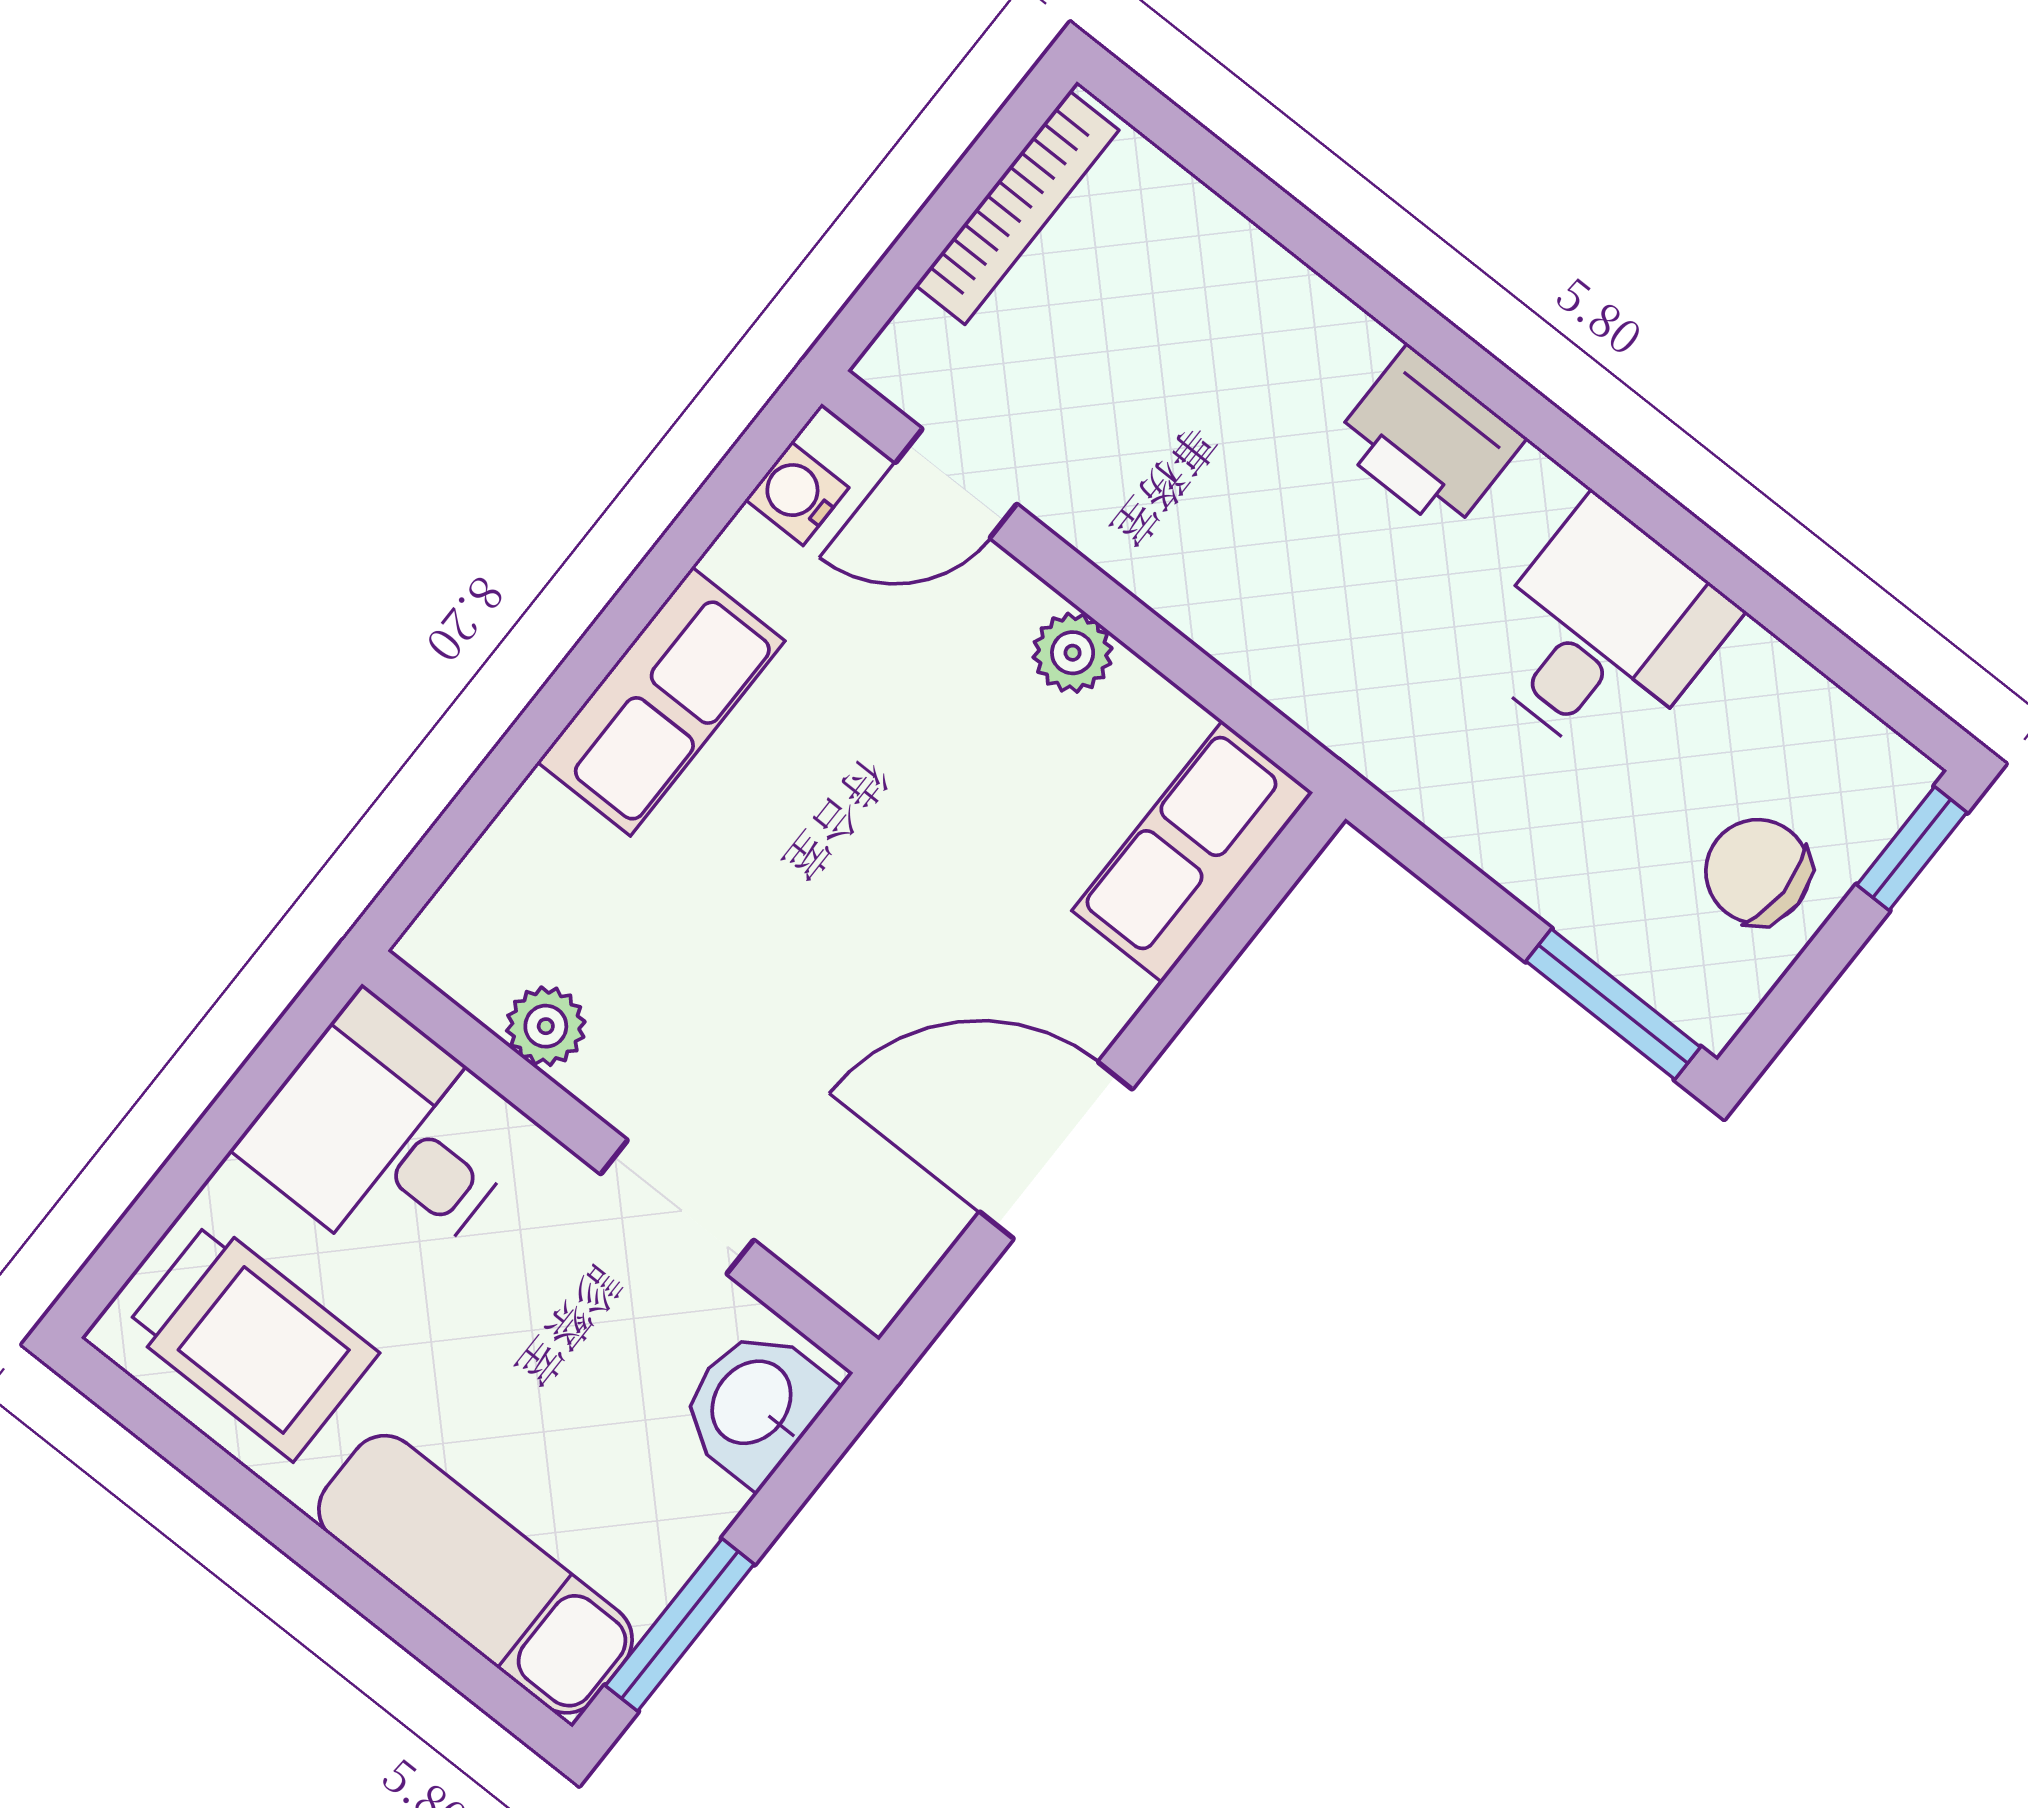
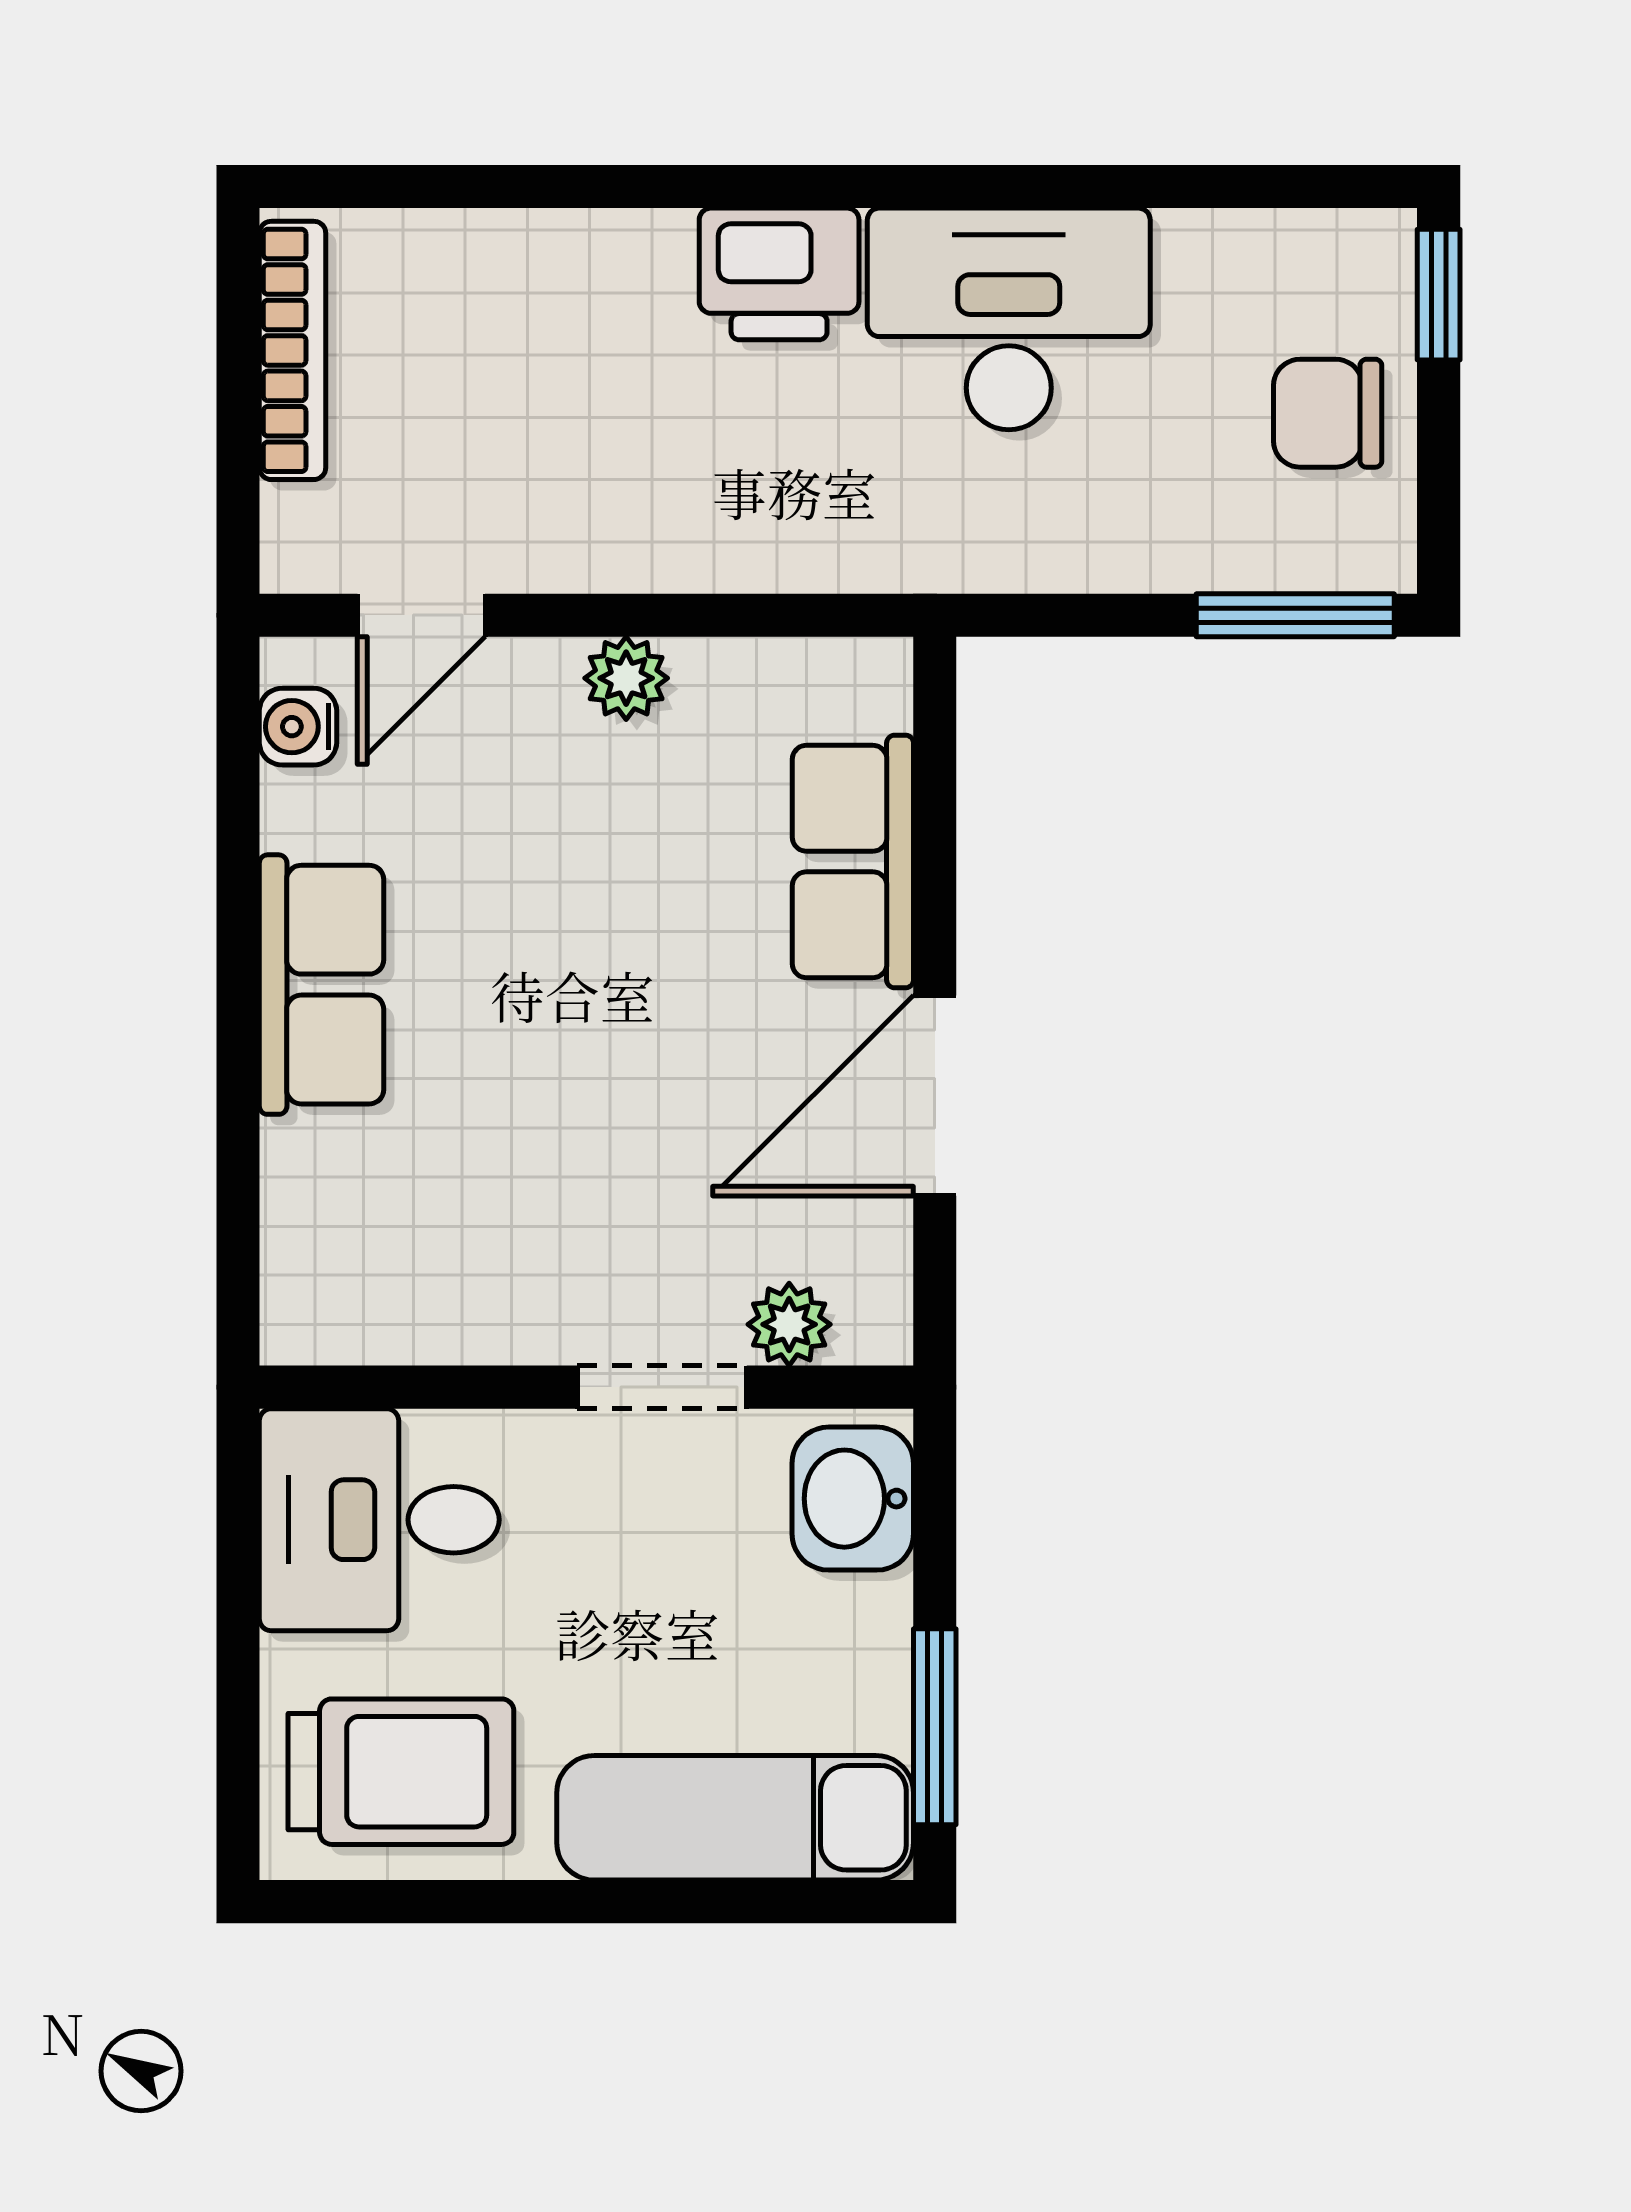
desk: (1603, 634) -> (1009, 319), width x1.37
row of seats: (1192, 852) -> (853, 862), moved
plant: (546, 1026) -> (789, 1324), moved

